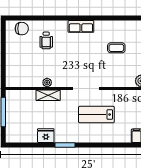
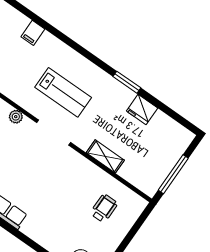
wheelchair: (46, 40) -> (104, 208), moved
plant: (47, 83) -> (16, 117), moved

